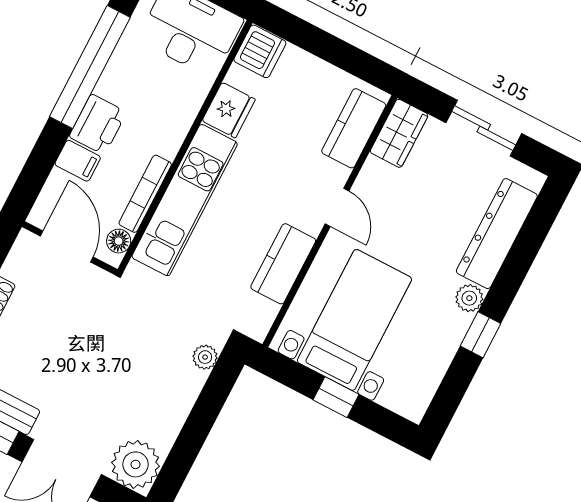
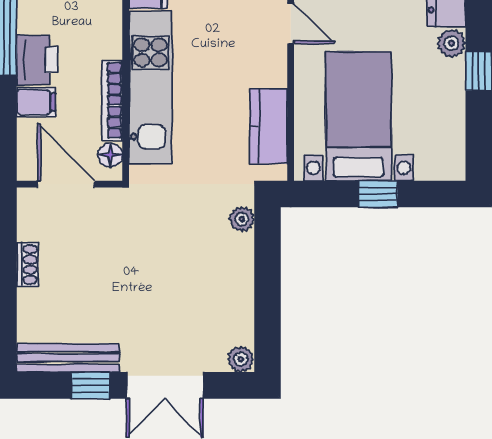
kitchen counter: (283, 264) -> (269, 126), moved
plant: (136, 464) -> (241, 359), width x0.53, depth x0.53

